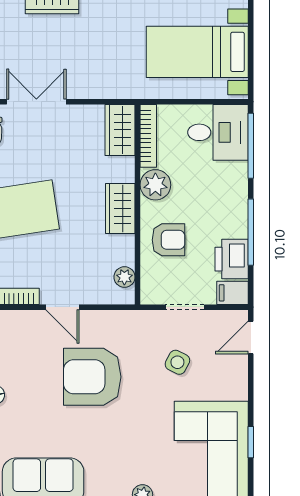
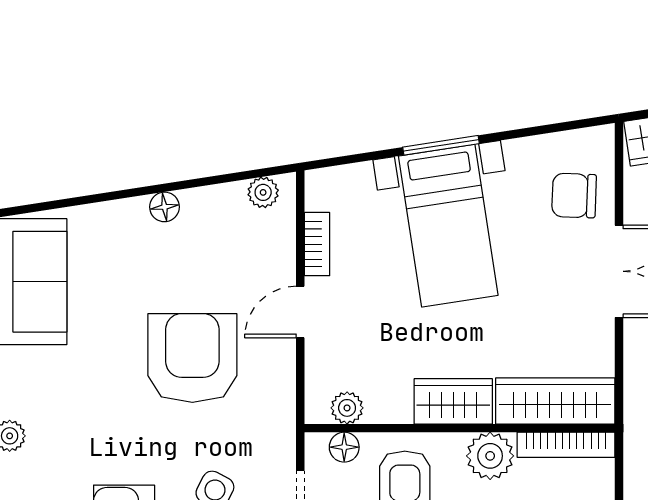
wardrobe: (120, 130) -> (555, 401), width x1.50
floor lamp: (150, 279) -> (344, 447), added

